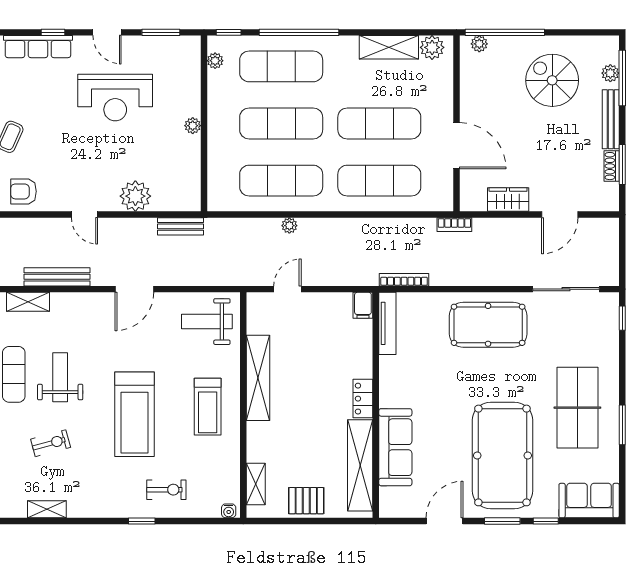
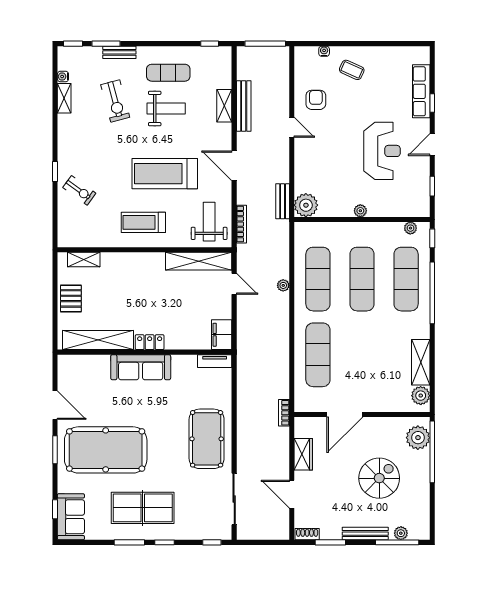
window: (161, 32) -> (432, 186), width x0.67
plant: (479, 44) -> (418, 438), width x1.88, depth x1.88
spiral stairs: (552, 80) -> (379, 478), moved
reception desk: (115, 98) -> (382, 151), turned 180
exercise mat: (379, 123) -> (362, 355), removed
shoe rack: (612, 166) -> (307, 534), moved
armchair: (24, 191) -> (316, 100), moved
plant: (135, 196) -> (306, 205), moved
door: (84, 215) -> (292, 127), swing flipped
bookcase: (404, 280) -> (241, 224), moved
shelving: (28, 302) -> (224, 106), moved
filing cabinet: (363, 305) -> (222, 335), width x2.00
tv unit: (387, 323) -> (215, 361), width x0.71
shelving: (258, 378) -> (199, 261), moved
window: (622, 379) -> (164, 542), added
treadmill: (135, 414) -> (165, 174), moved
exercise bike: (51, 443) -> (115, 101), width x1.38, depth x1.39
sofa: (395, 447) -> (141, 367), moved
exercise bike: (166, 490) -> (79, 190), turned -54
water cooler: (229, 511) -> (63, 77), moved
window: (546, 521) -> (55, 509), moved

